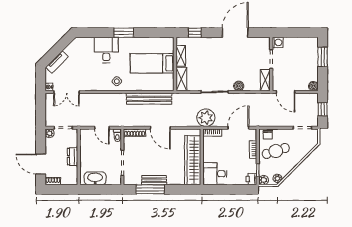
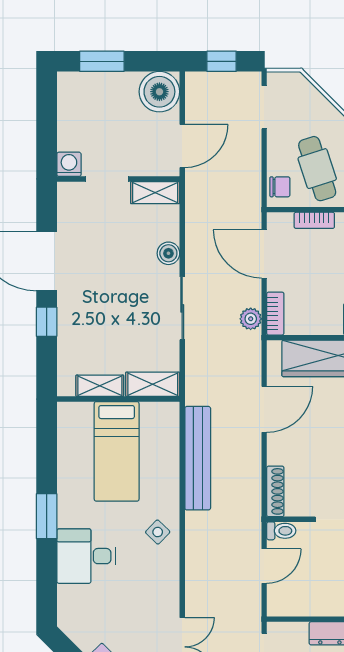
window: (195, 33) -> (47, 322), moved
boiler: (313, 86) -> (159, 92), width x1.86, depth x1.86
plant: (206, 118) -> (251, 319), width x0.53, depth x0.53
door: (160, 128) -> (264, 409), moved

